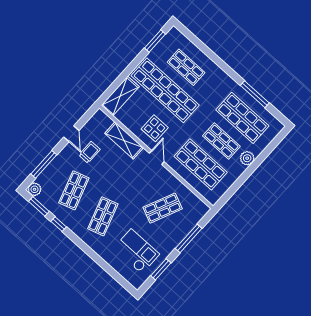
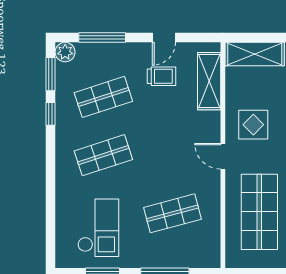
shelving: (124, 141) -> (209, 81), moved
door: (157, 157) -> (223, 156), swing flipped
shop shelf: (163, 208) -> (173, 213), turned -39

